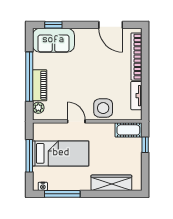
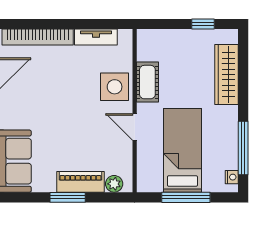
window: (29, 77) -> (68, 197), width x0.47
door: (76, 121) -> (135, 127), hinge flipped
cot: (128, 130) -> (147, 82), moved
window: (145, 145) -> (203, 24), moved

